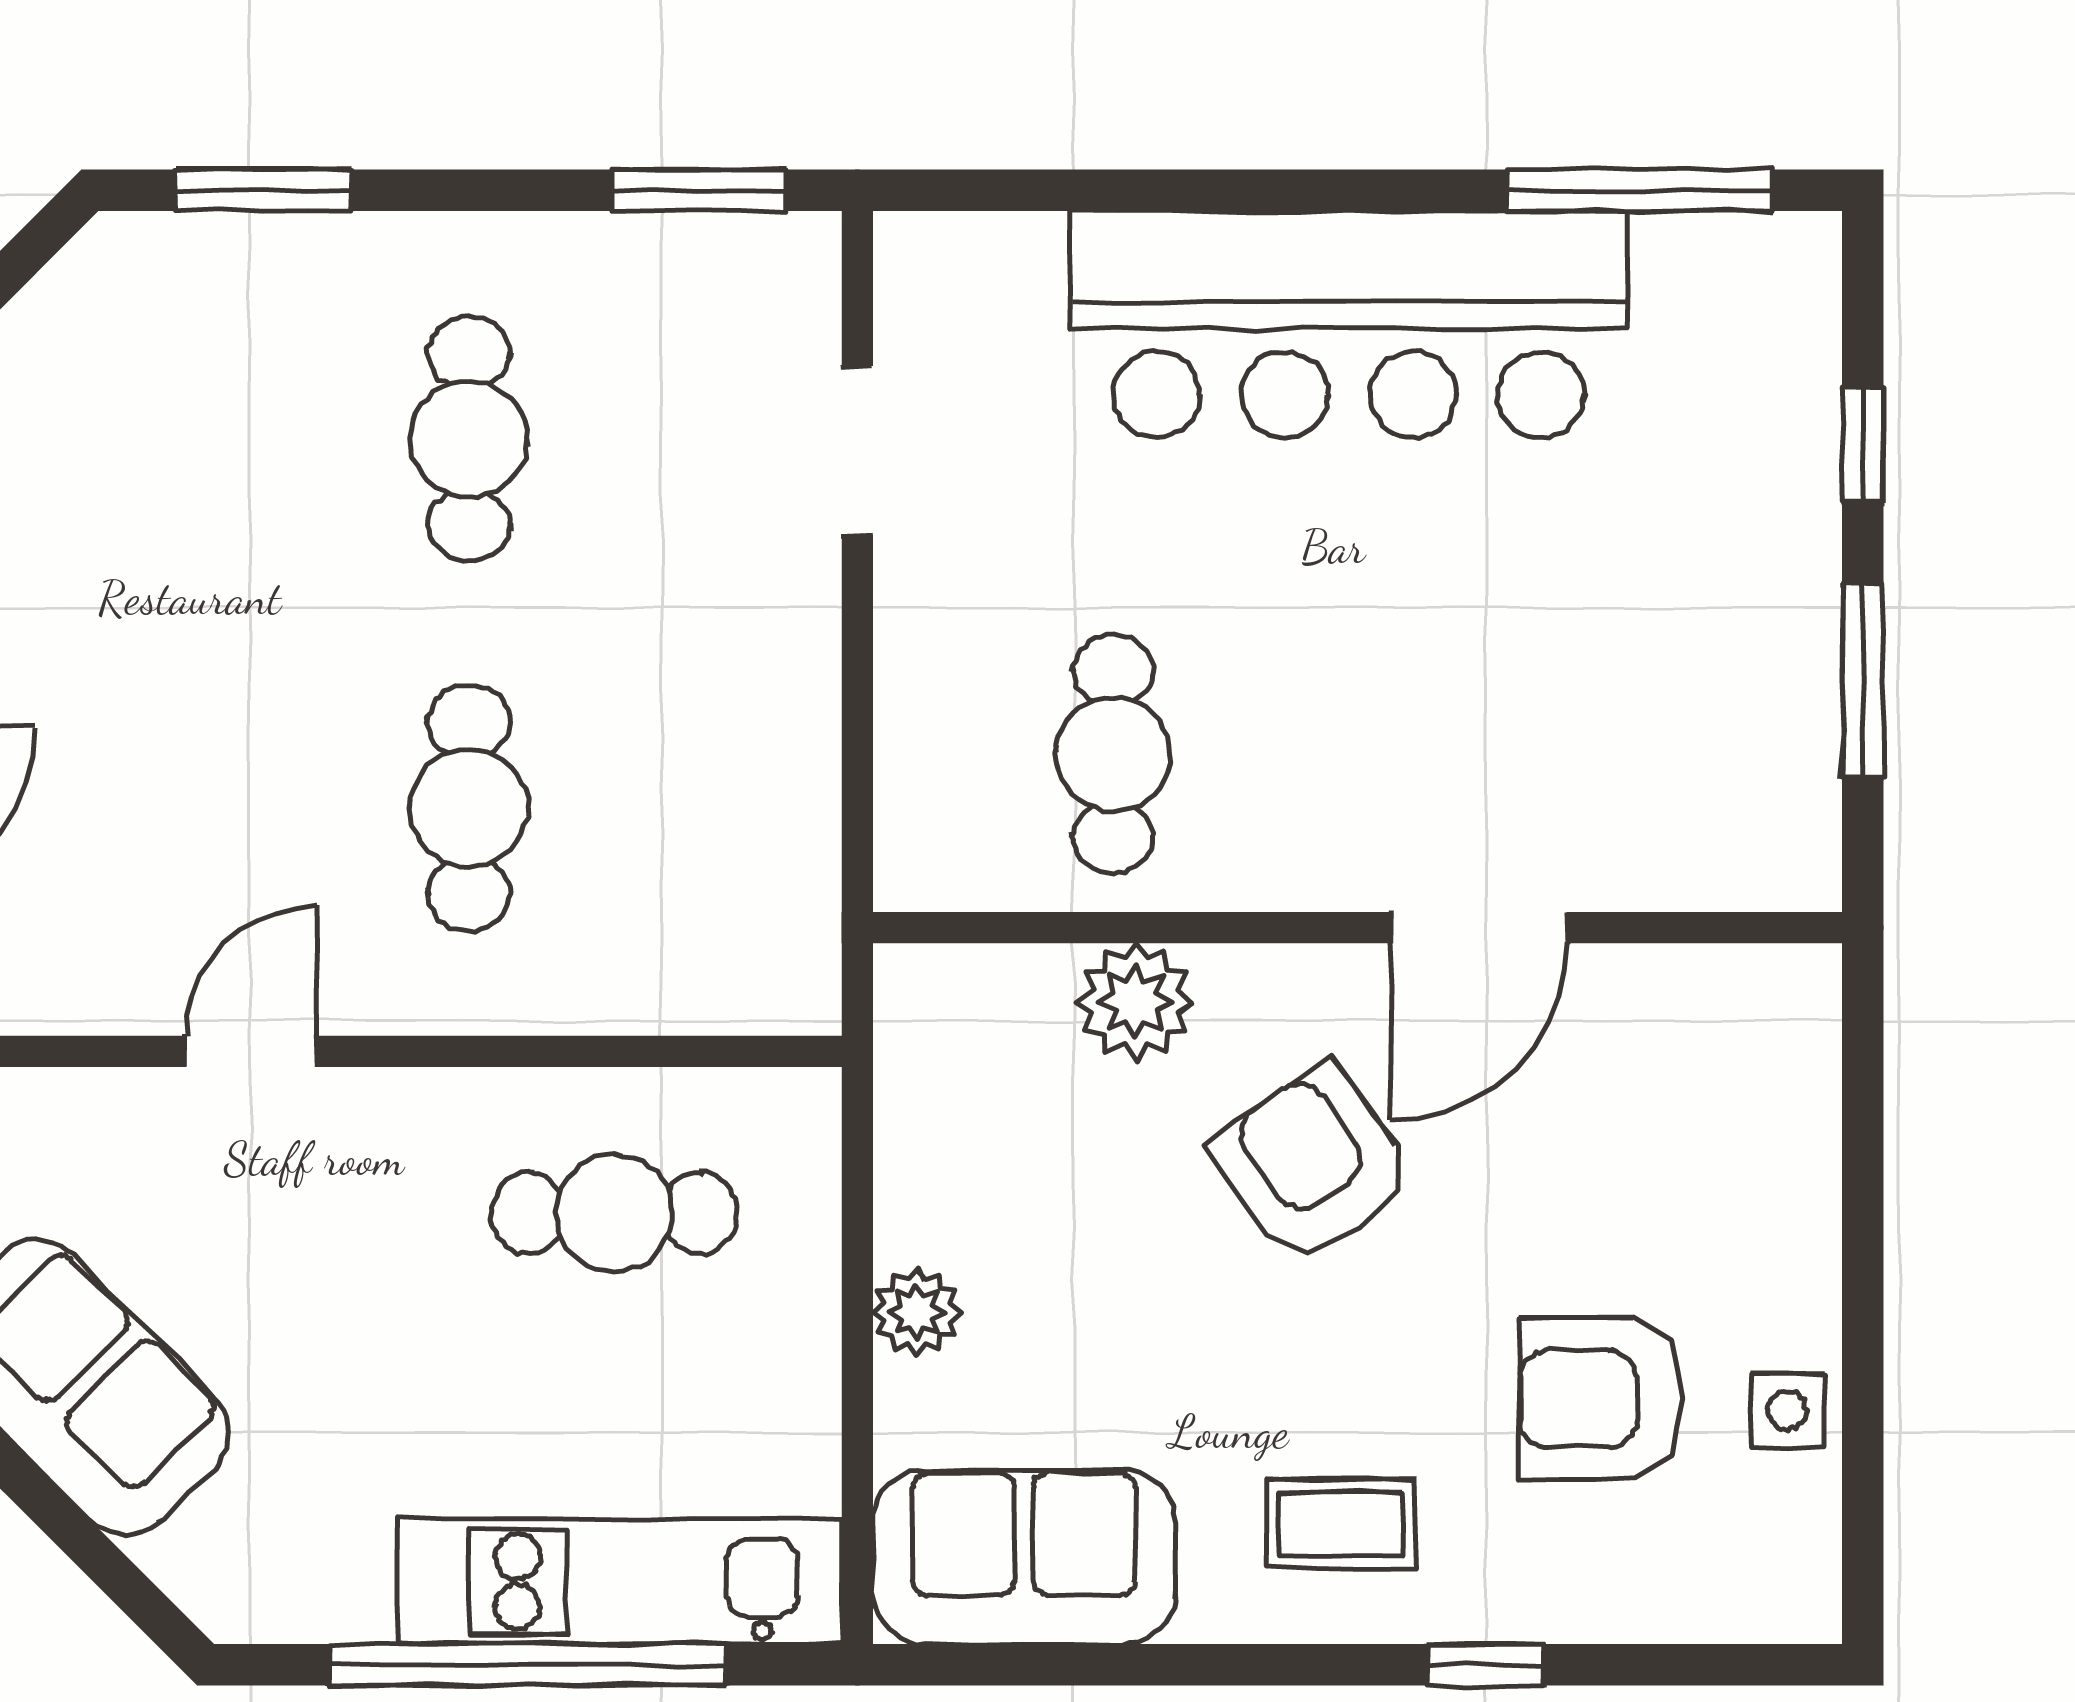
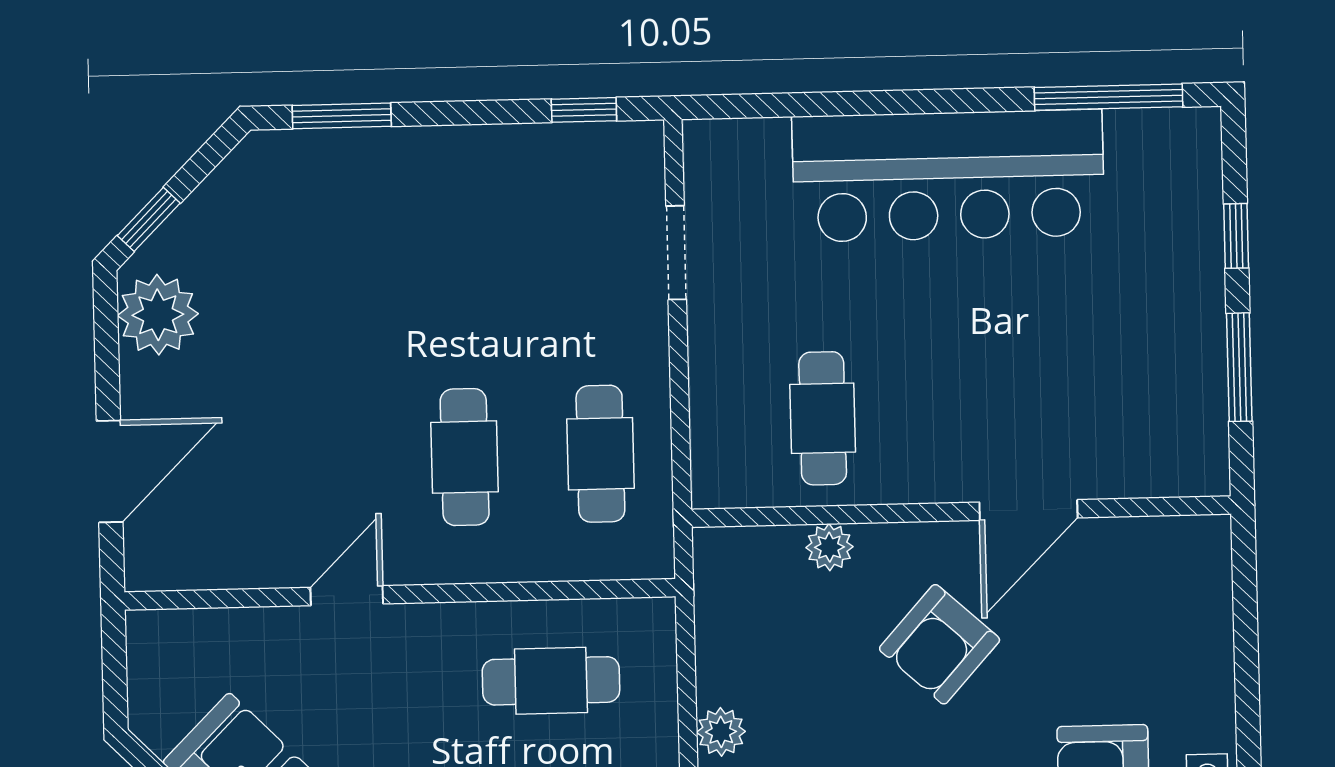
window: (698, 190) -> (584, 110), width x0.67
cafe table: (469, 439) -> (600, 454), moved
plant: (1135, 1001) -> (829, 547), width x0.73, depth x0.73
armchair: (1313, 1165) -> (940, 644), turned -103

